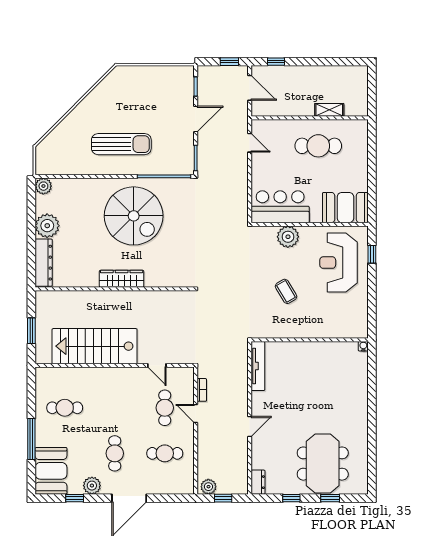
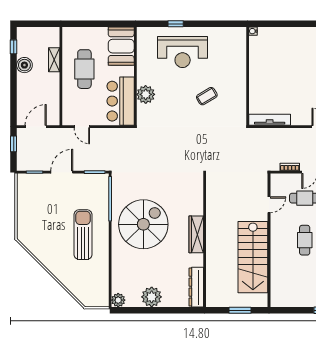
window: (276, 62) -> (14, 47), moved
boiler: (323, 74) -> (24, 65), added
door: (196, 119) -> (62, 172), hinge flipped
door: (250, 143) -> (82, 127), swing flipped
bar counter: (280, 207) -> (121, 101), moved
booth: (345, 208) -> (121, 46), moved
wall: (310, 224) -> (135, 76), moved
plant: (288, 237) -> (146, 94), moved
dresser: (44, 263) -> (196, 287), moved, turned -90
cafe table: (65, 408) -> (305, 240), moved

